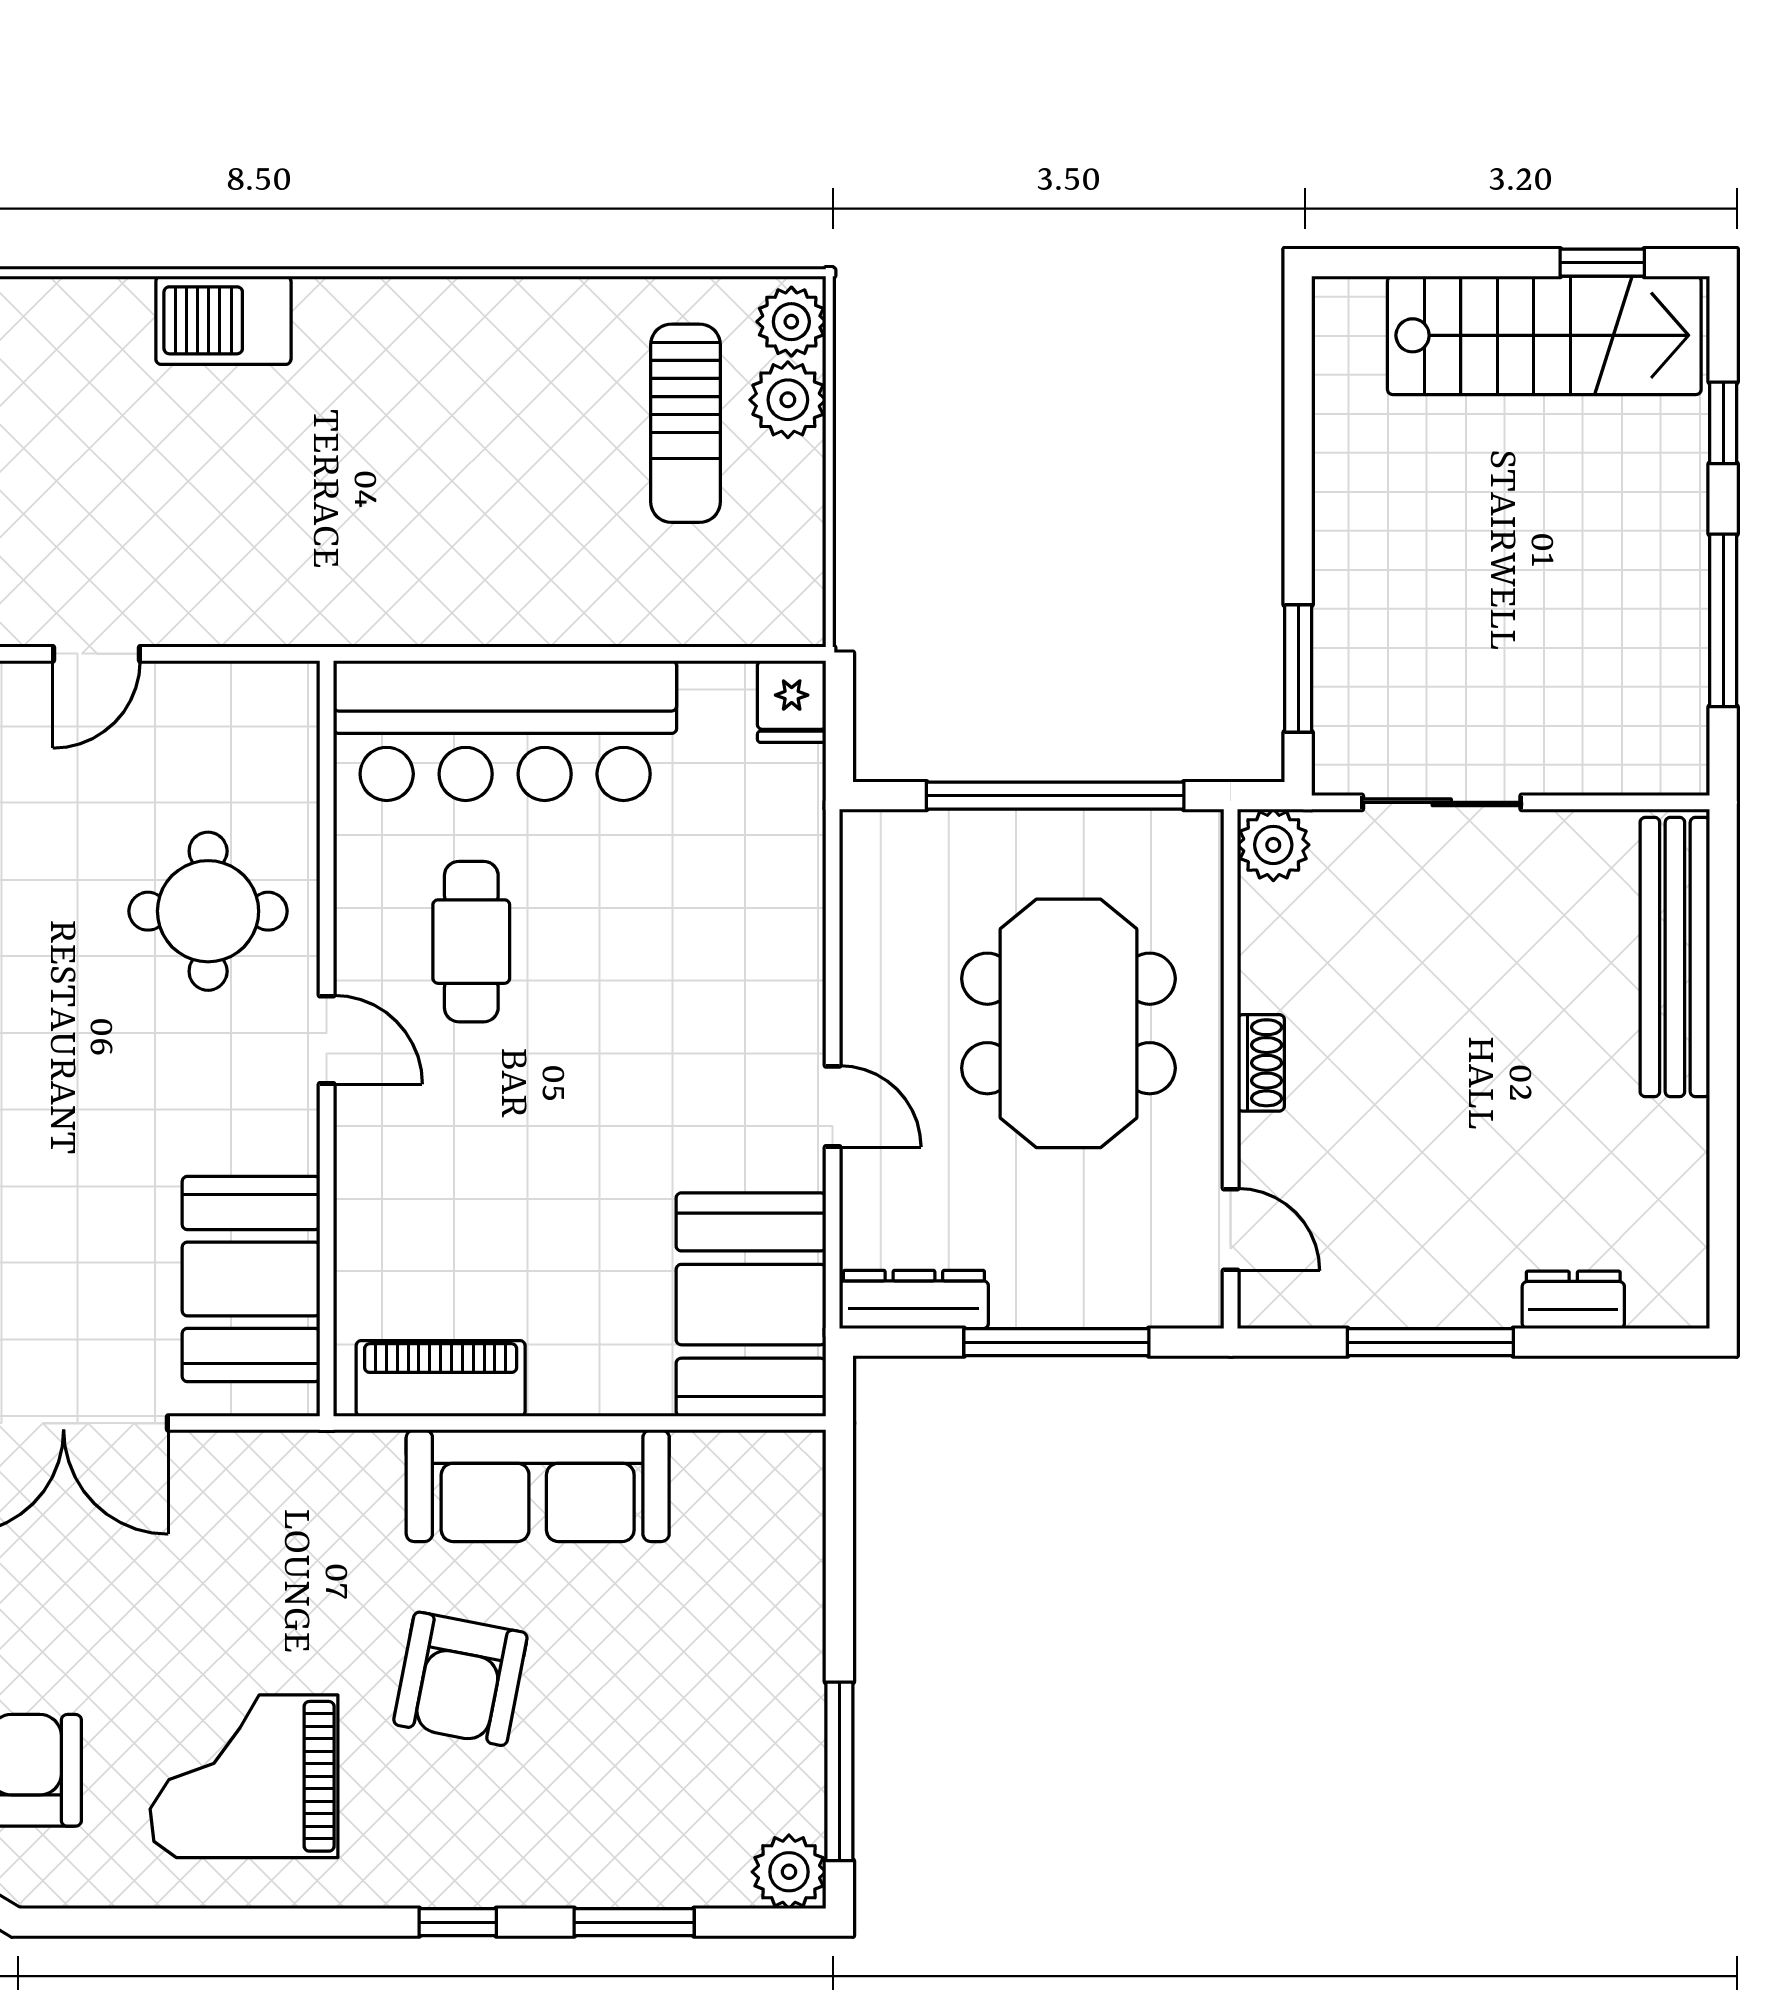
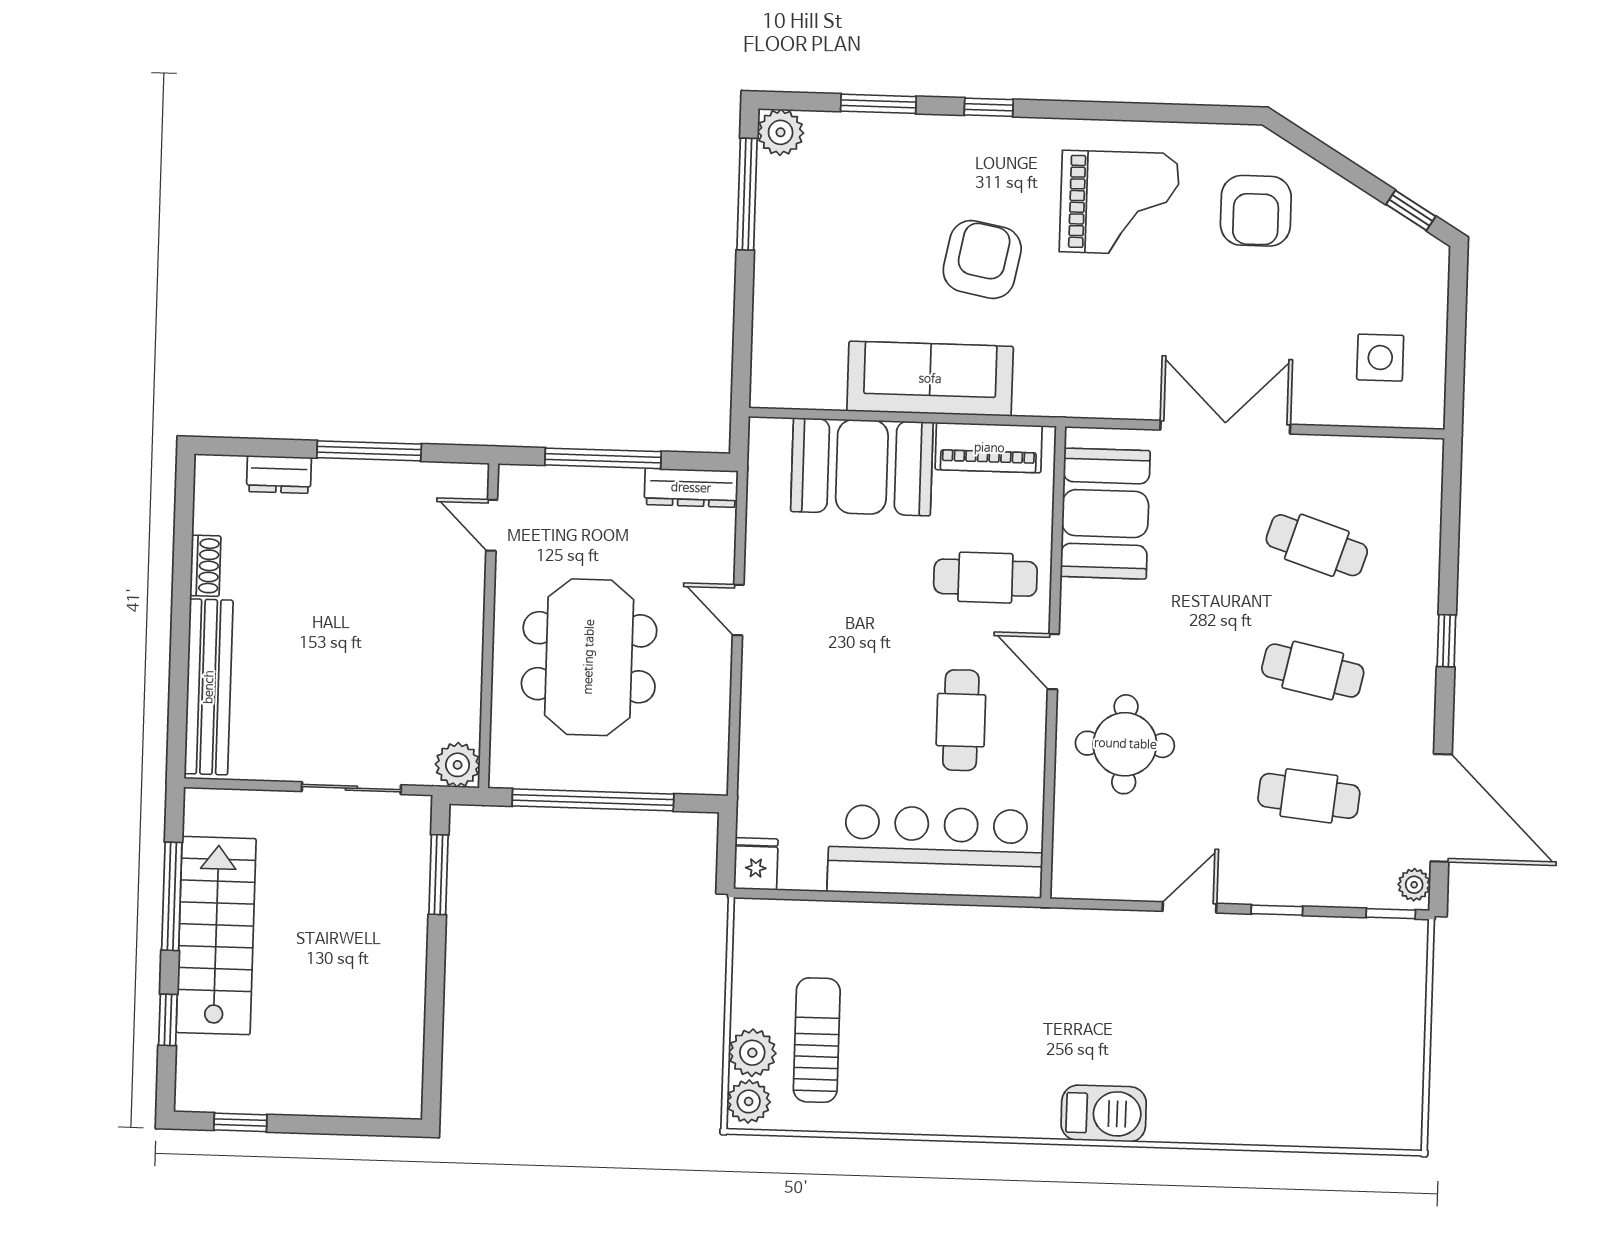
stairs: (1544, 335) -> (216, 936), moved, turned 90
shoe rack: (1261, 1063) -> (205, 566), moved, turned 180
cafe table: (439, 1171) -> (985, 578), added
booth: (751, 1305) -> (862, 467), moved, turned 90

